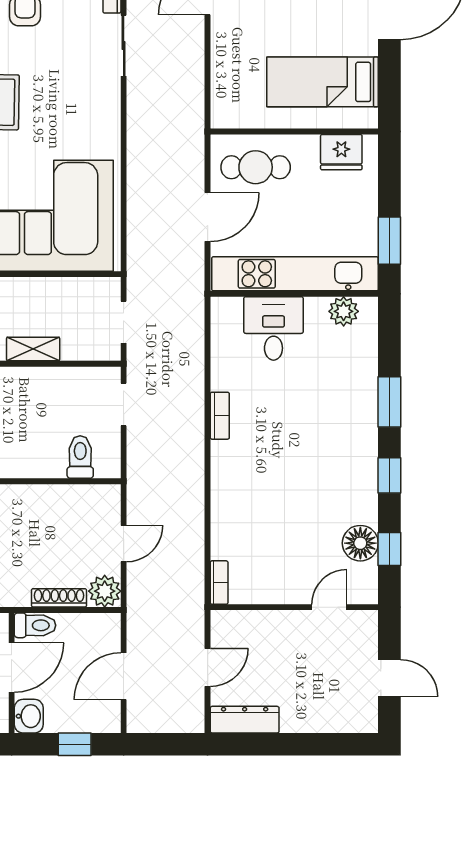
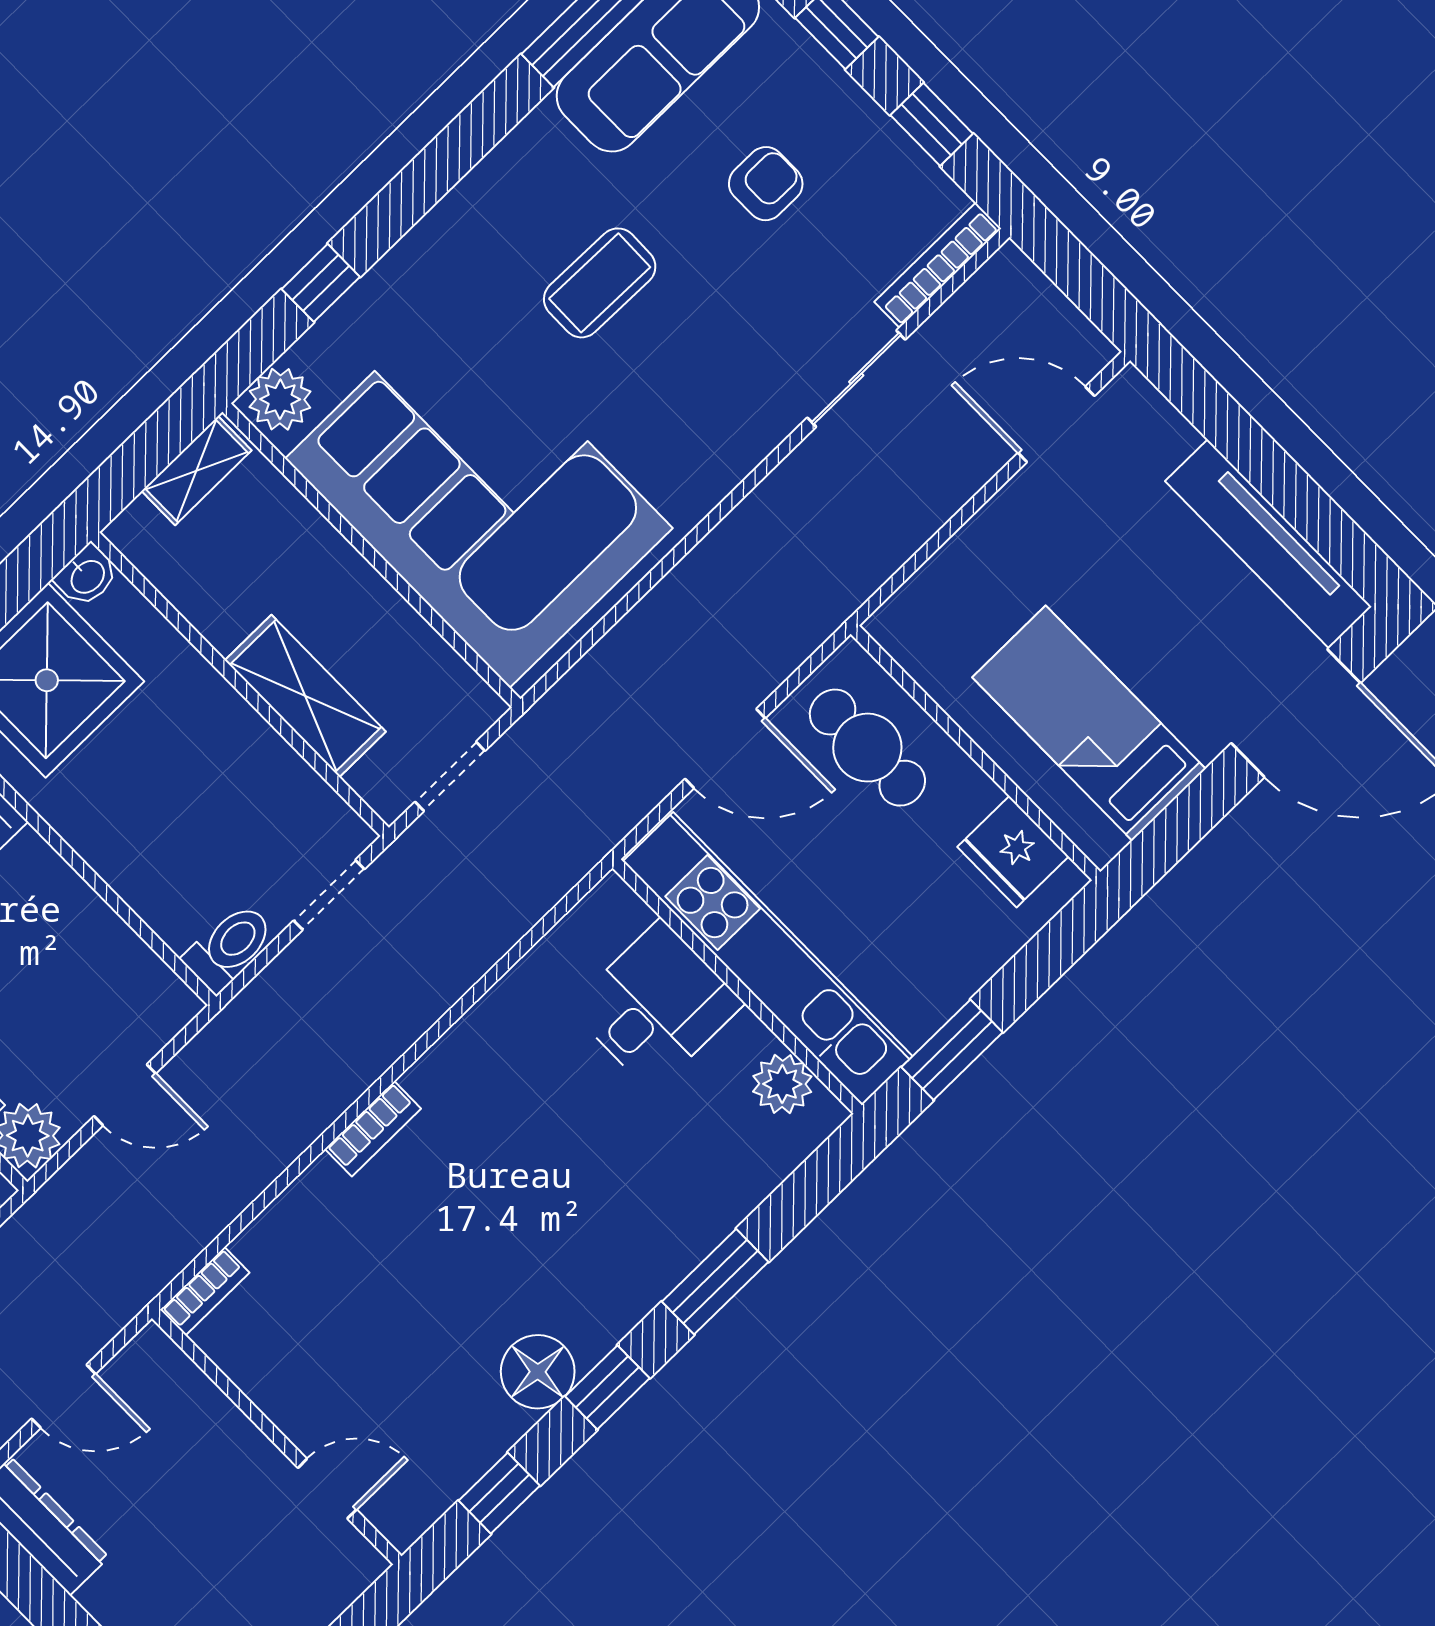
shelving: (33, 349) -> (305, 696), width x1.50, depth x1.33
bookcase: (220, 416) -> (373, 1129), moved
toilet: (80, 457) -> (229, 947), moved
floor lamp: (360, 543) -> (538, 1372), moved

